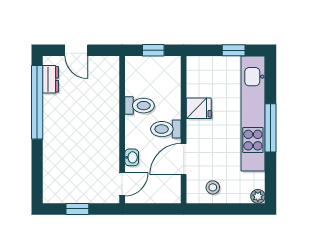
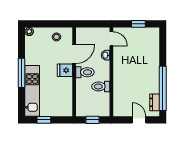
fridge: (199, 108) -> (65, 70), moved
kitchen unit: (253, 114) -> (32, 91), width x0.73
door: (122, 184) -> (111, 39), swing flipped

